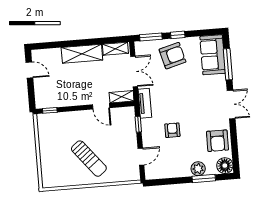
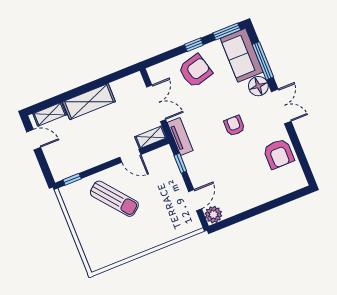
window: (151, 37) -> (227, 31), moved
shelving: (115, 49) -> (50, 114), moved
armchair: (172, 130) -> (234, 126), moved
sun lounger: (89, 159) -> (114, 199), moved
floor lamp: (225, 166) -> (258, 86), moved
plant: (198, 169) -> (213, 215), moved
window: (204, 178) -> (276, 203), removed

